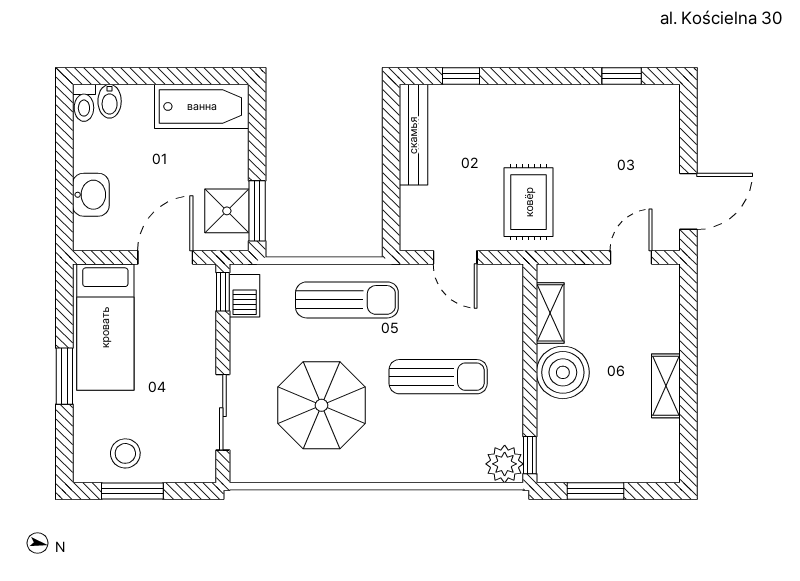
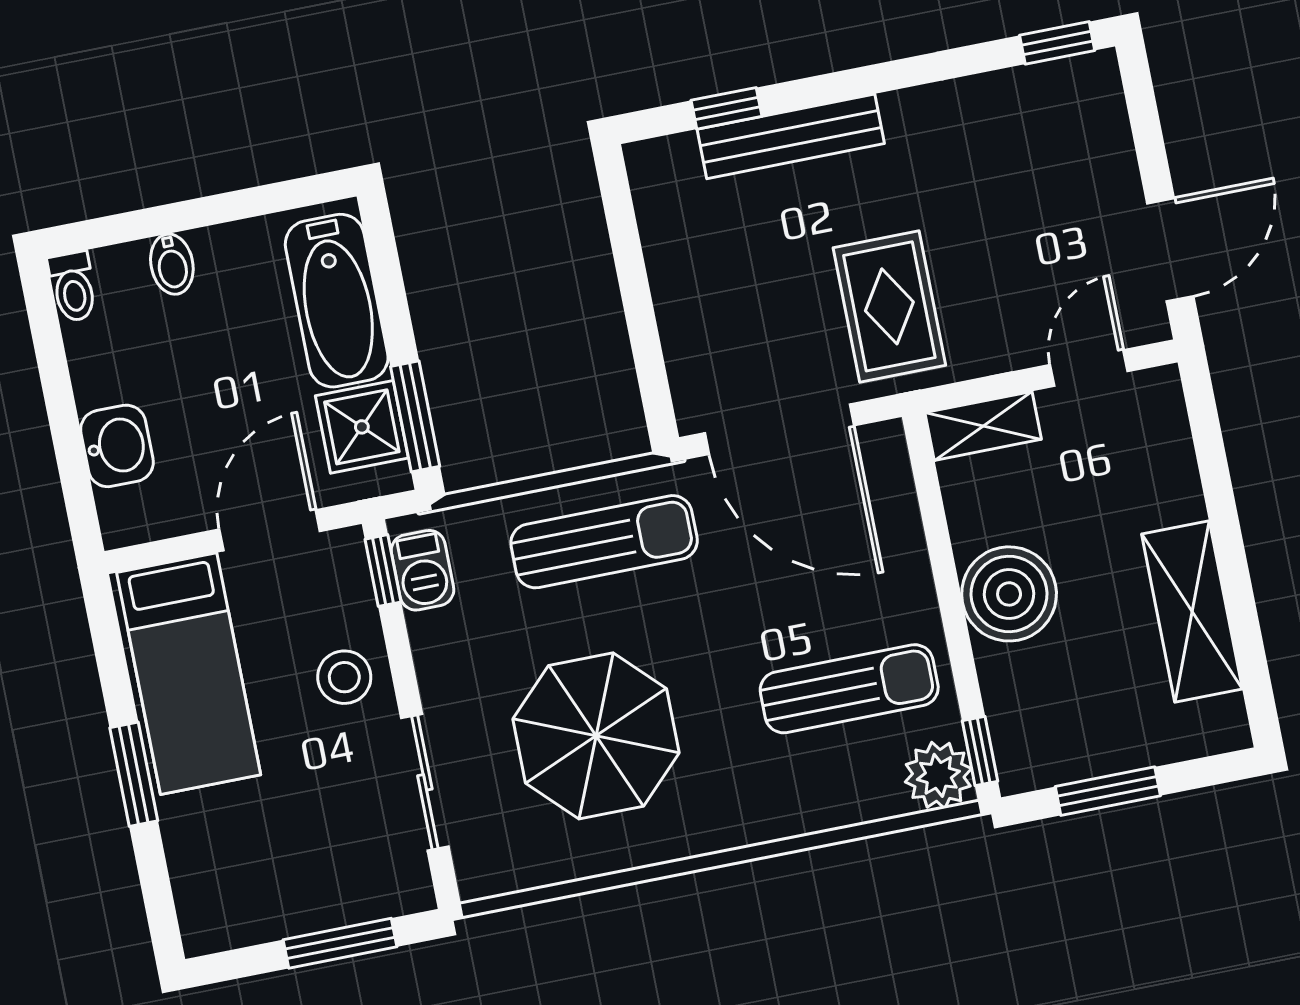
window: (622, 76) -> (1057, 43), moved
bidet: (110, 101) -> (172, 264), moved
bathtub: (202, 106) -> (337, 301), moved, turned 90
bench: (413, 135) -> (791, 136), moved, turned 90
door: (455, 257) -> (779, 429), width x1.88
shelving: (550, 313) -> (983, 426), moved, turned 90
sun lounger: (438, 377) -> (849, 689), moved
shelving: (666, 386) -> (1192, 611), width x1.50, depth x1.33
stool: (125, 453) -> (344, 677), moved
window: (132, 491) -> (340, 943), moved

